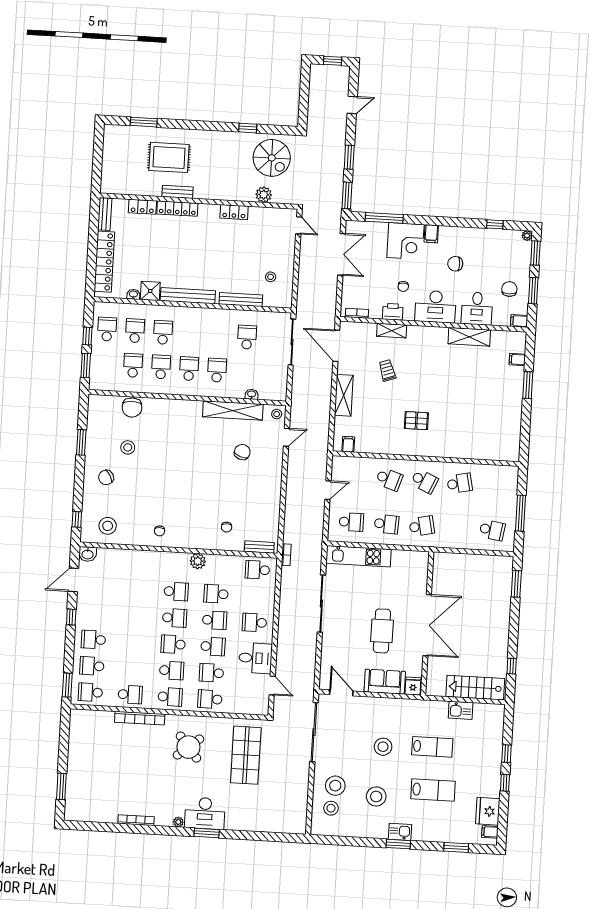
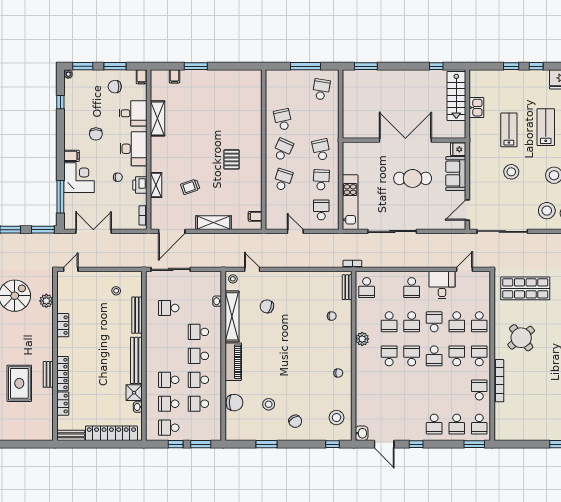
piano: (180, 409) -> (233, 362), added
school desk: (215, 620) -> (412, 322), turned 180

